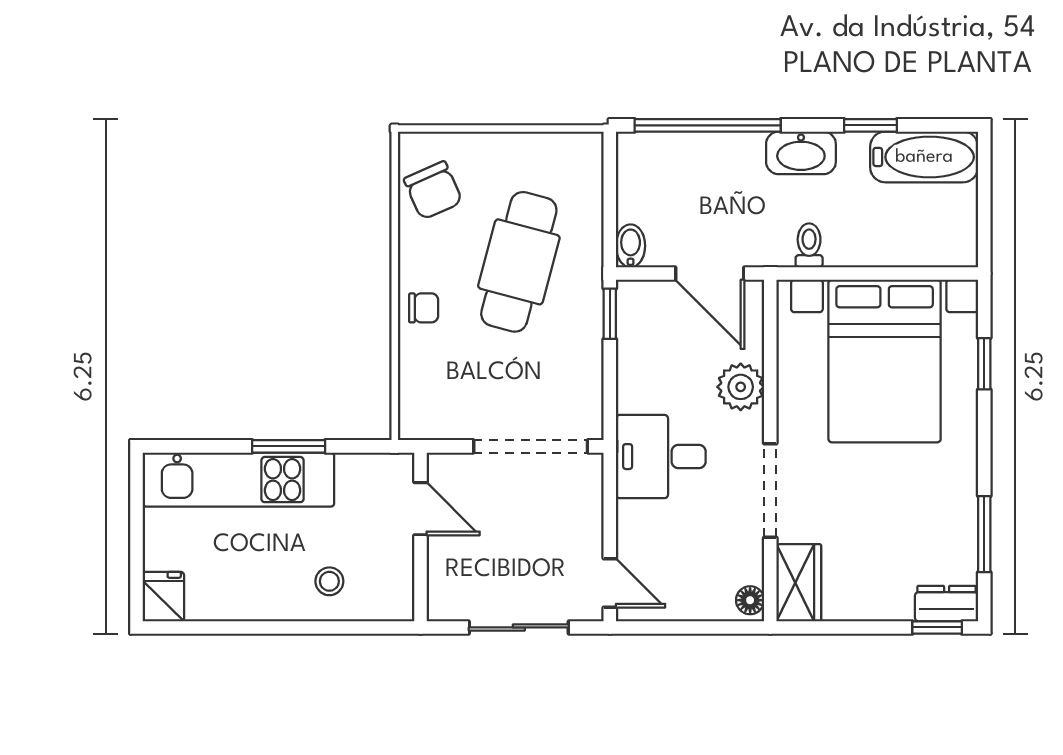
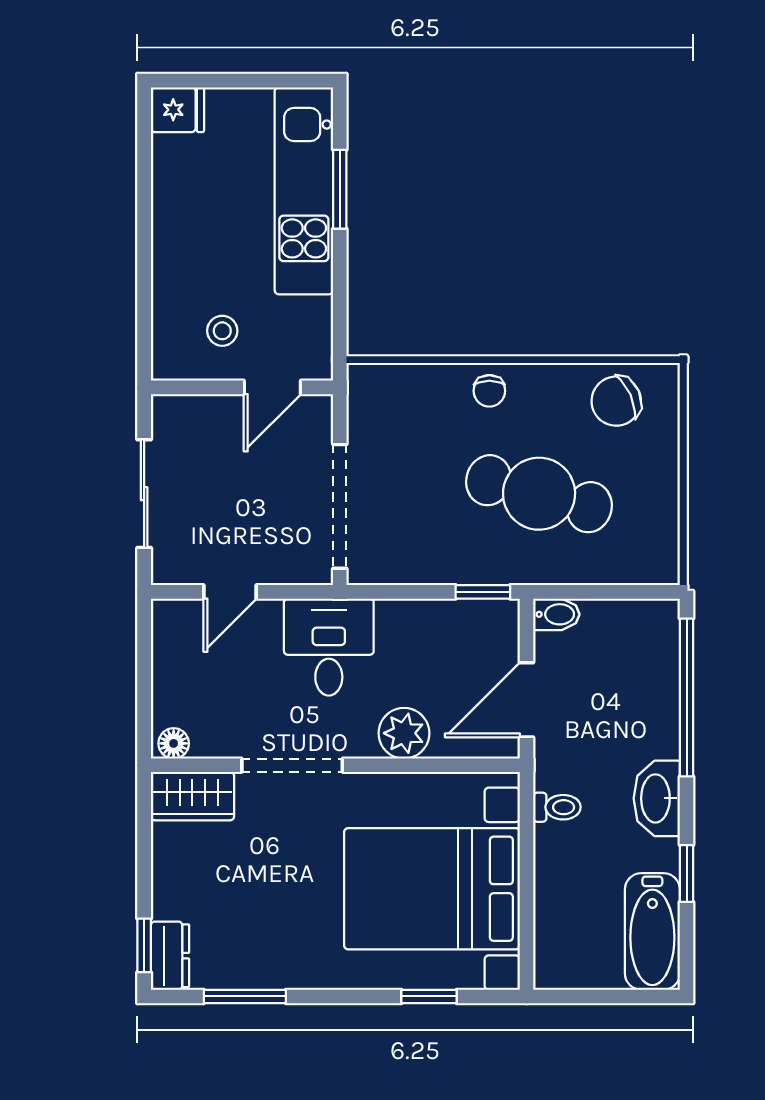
window: (289, 446) -> (340, 189), moved
stool: (329, 581) -> (222, 331), moved
door: (610, 583) -> (230, 592), moved

